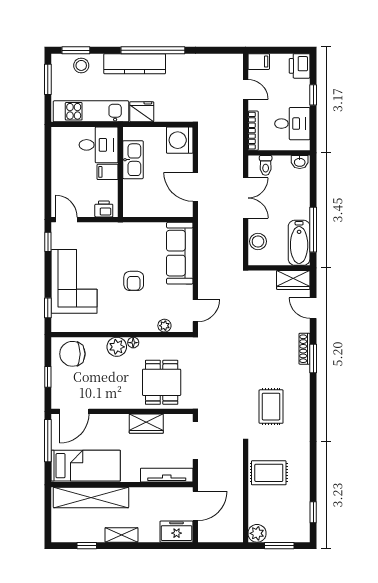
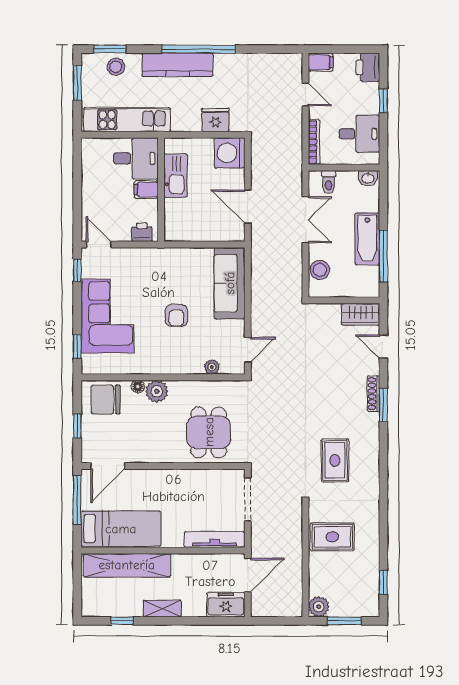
fridge: (142, 112) -> (215, 120), moved
bathtub: (299, 243) -> (367, 239), moved
floor lamp: (133, 343) -> (138, 387), moved
wardrobe: (146, 424) -> (191, 480), removed

